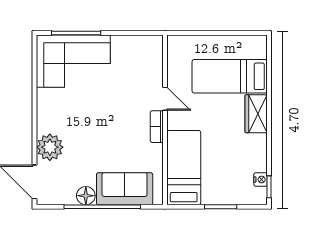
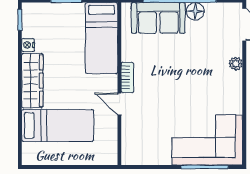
wardrobe: (256, 114) -> (32, 81), width x1.50
plant: (50, 147) -> (236, 64), width x0.53, depth x0.53
nightstand: (261, 180) -> (28, 45), moved

